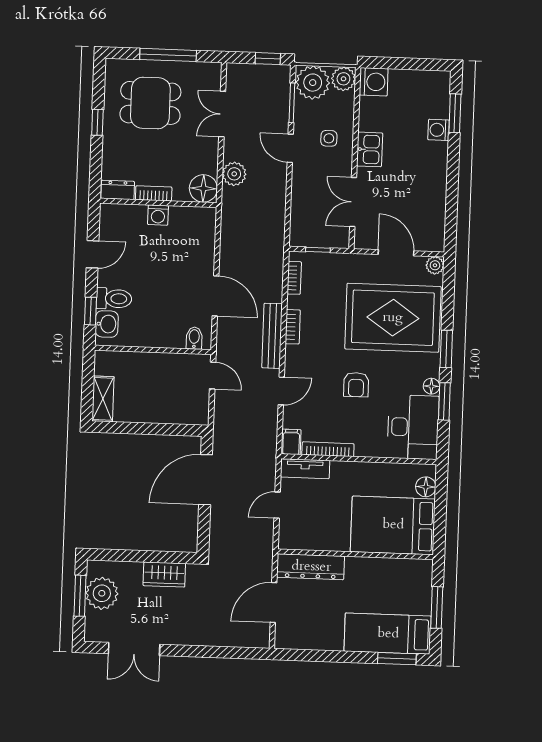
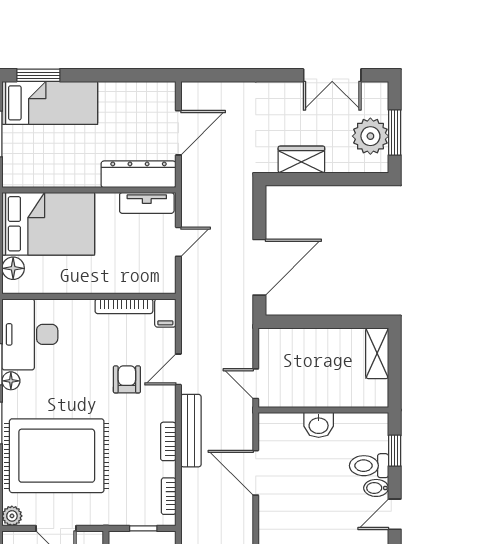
washbasin: (107, 324) -> (319, 425), moved, turned -90
bidet: (194, 338) -> (376, 488), moved, turned 90
armchair: (356, 385) -> (127, 379), moved
tv unit: (305, 469) -> (147, 203), moved, turned 180
double door: (134, 649) -> (332, 75), swing flipped

